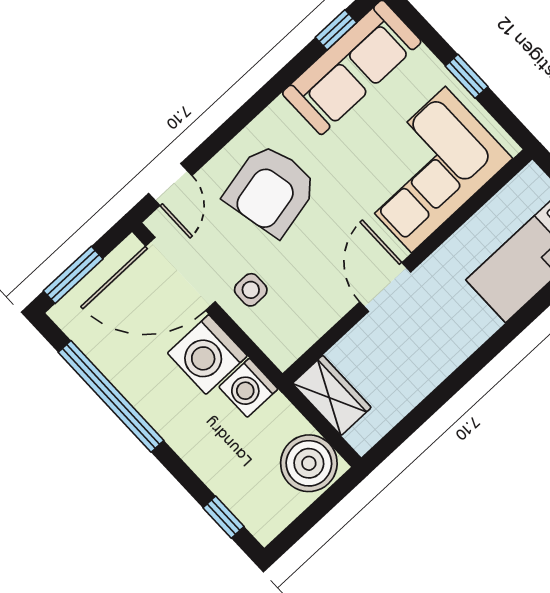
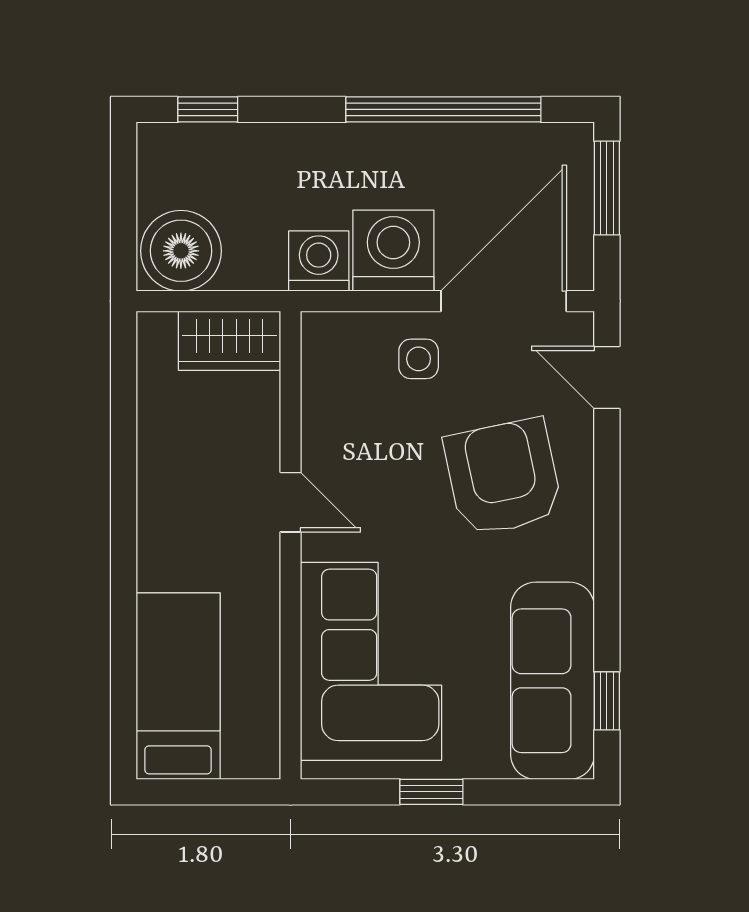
door: (385, 287) -> (290, 502), width x0.73

